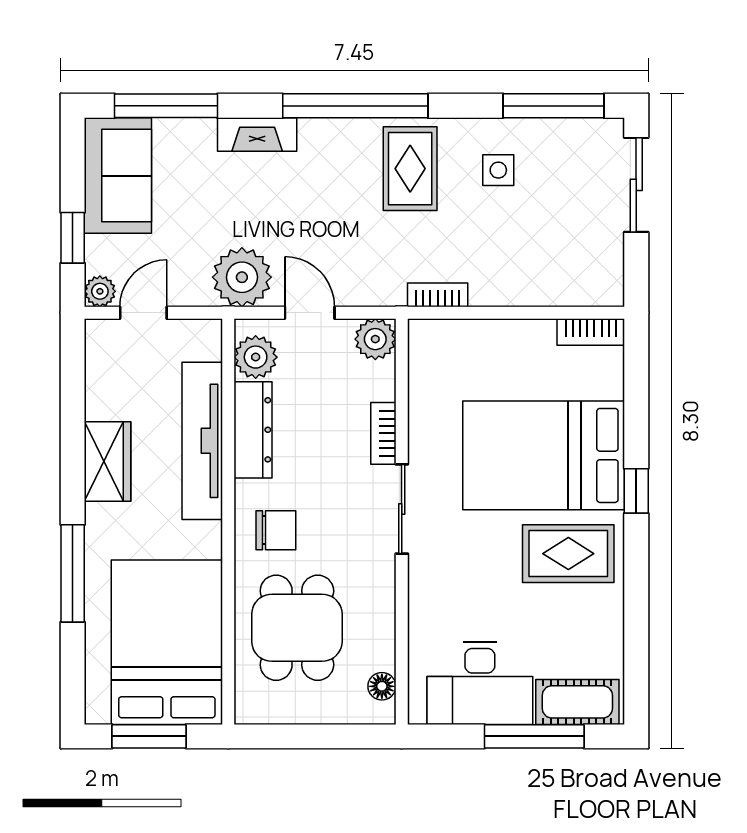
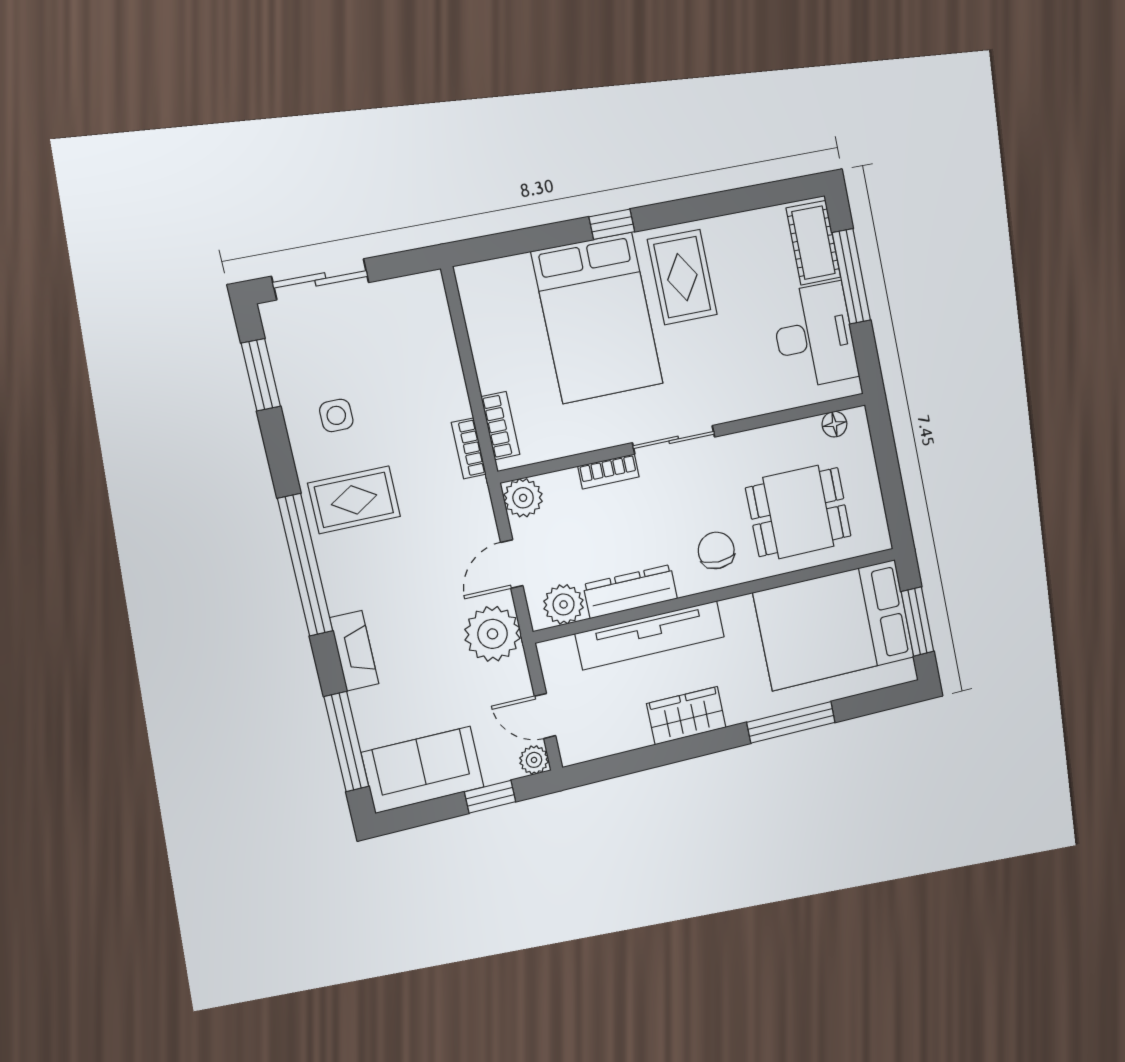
window: (554, 106) -> (261, 375), width x0.69
bookcase: (591, 332) -> (500, 426), moved

